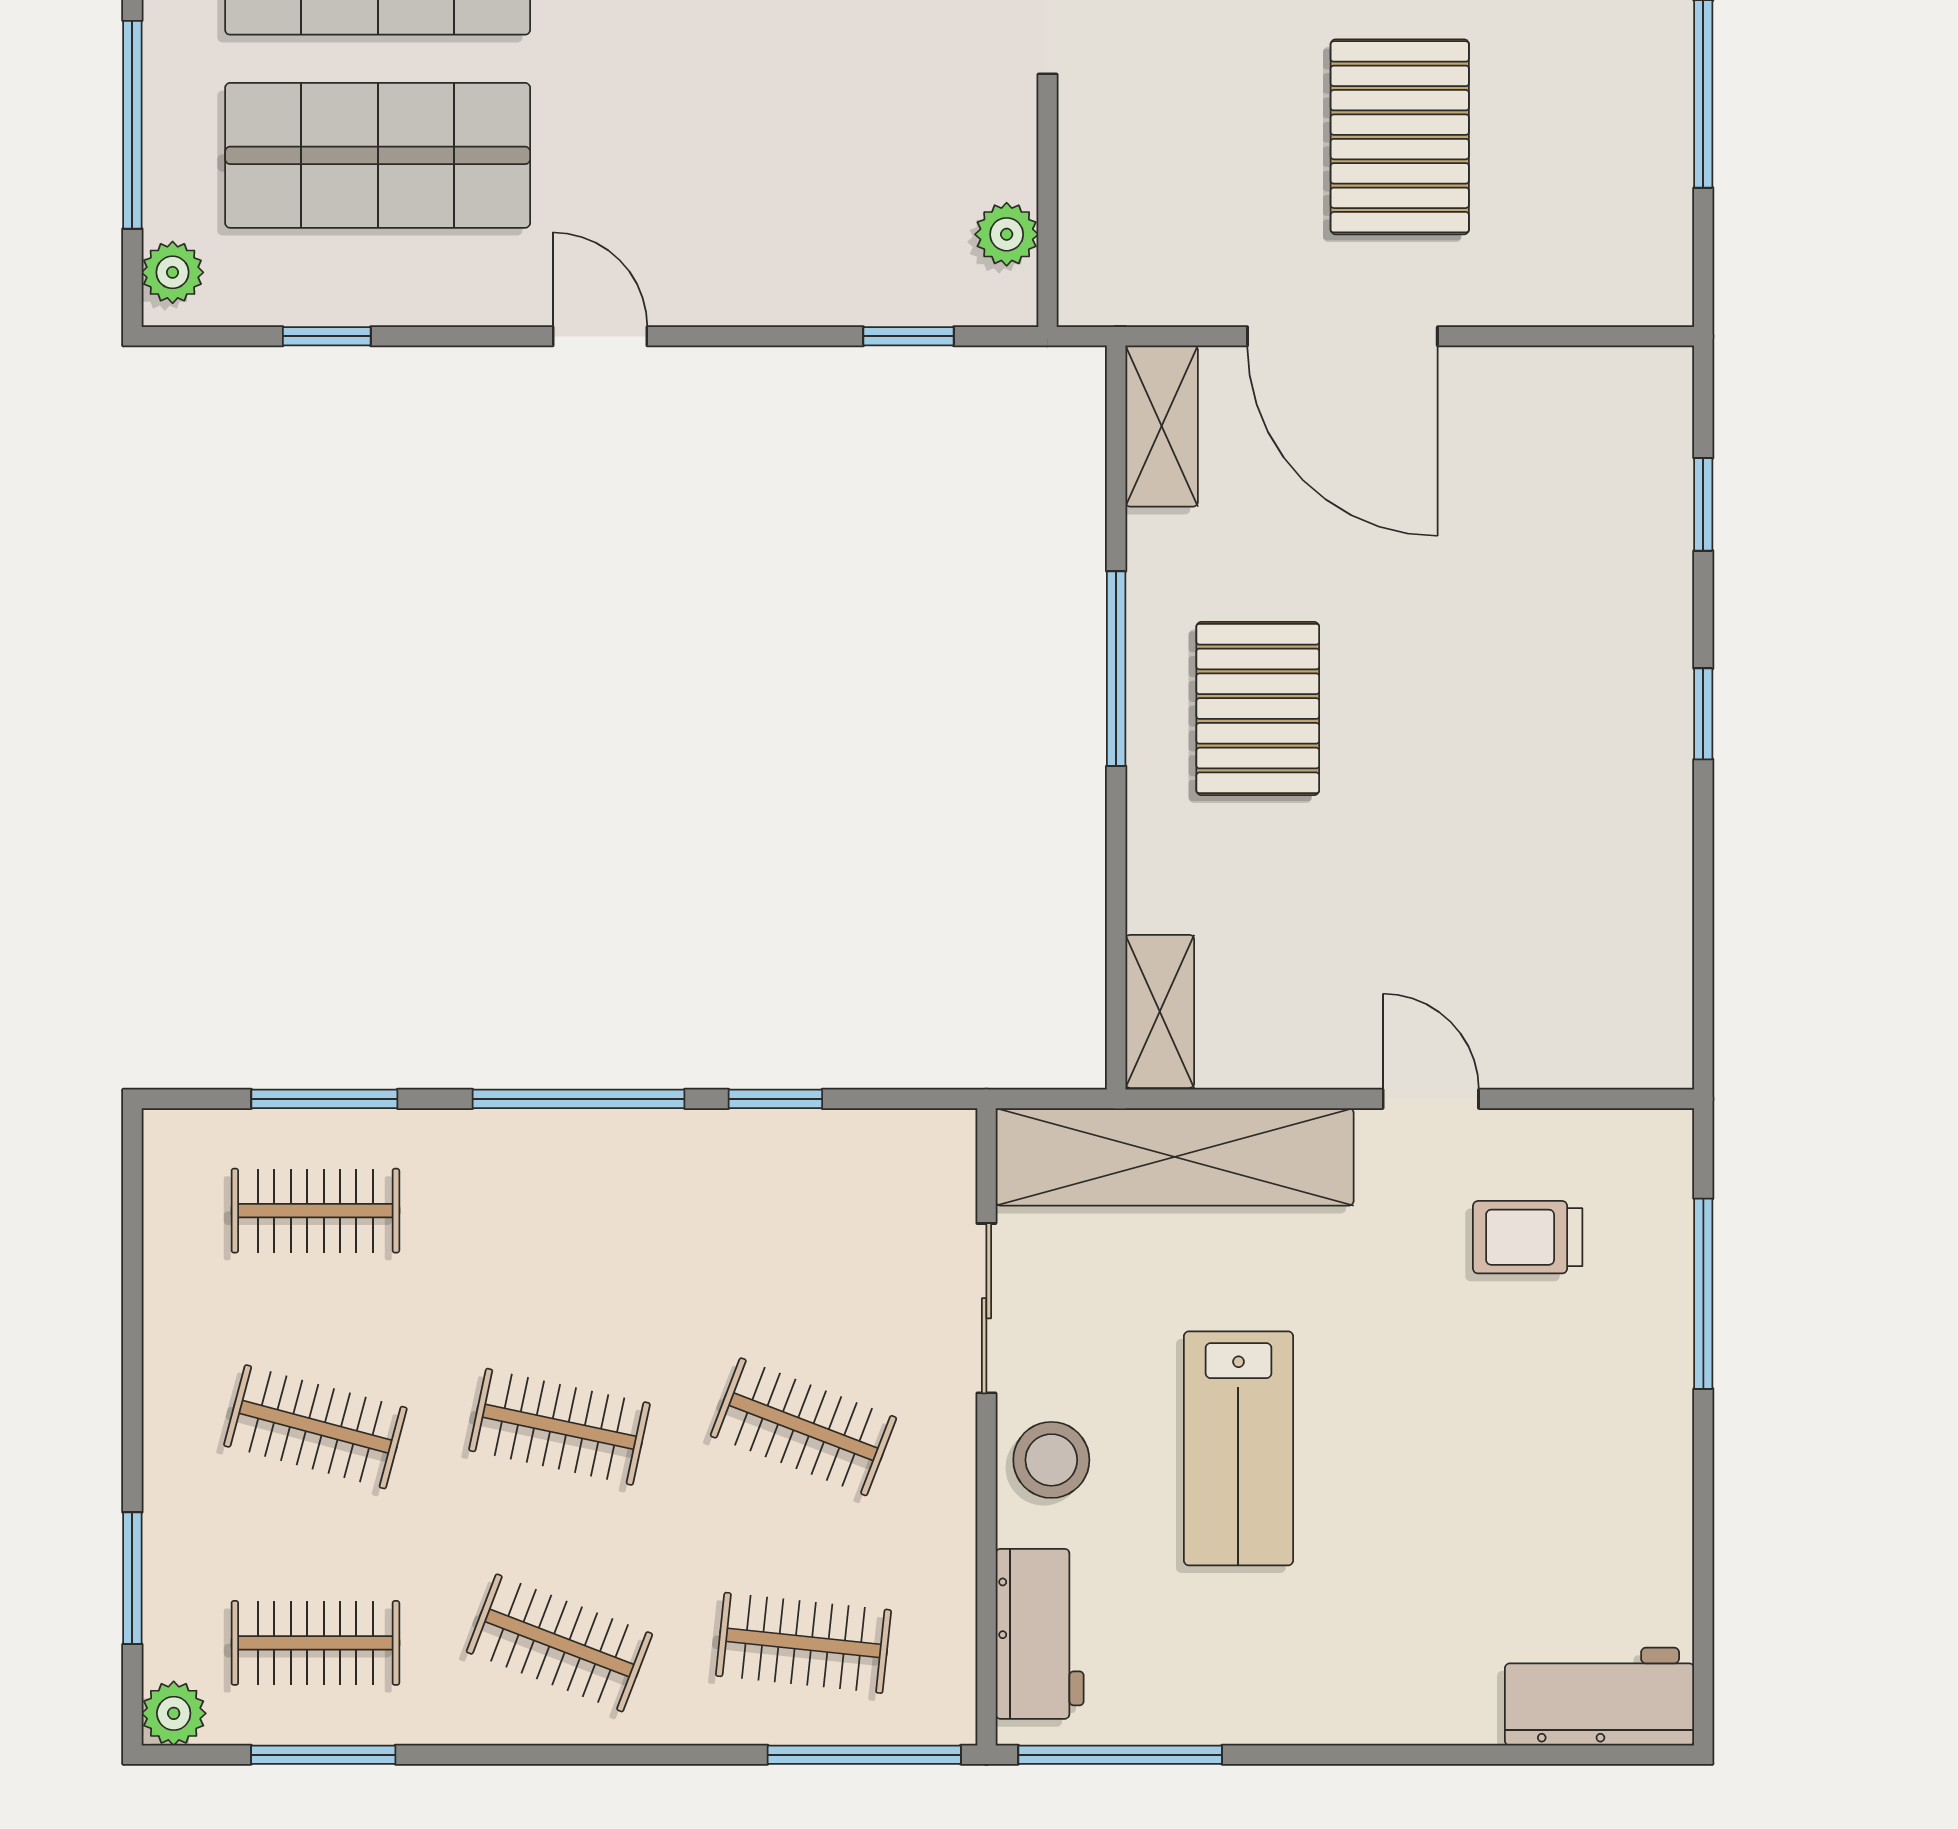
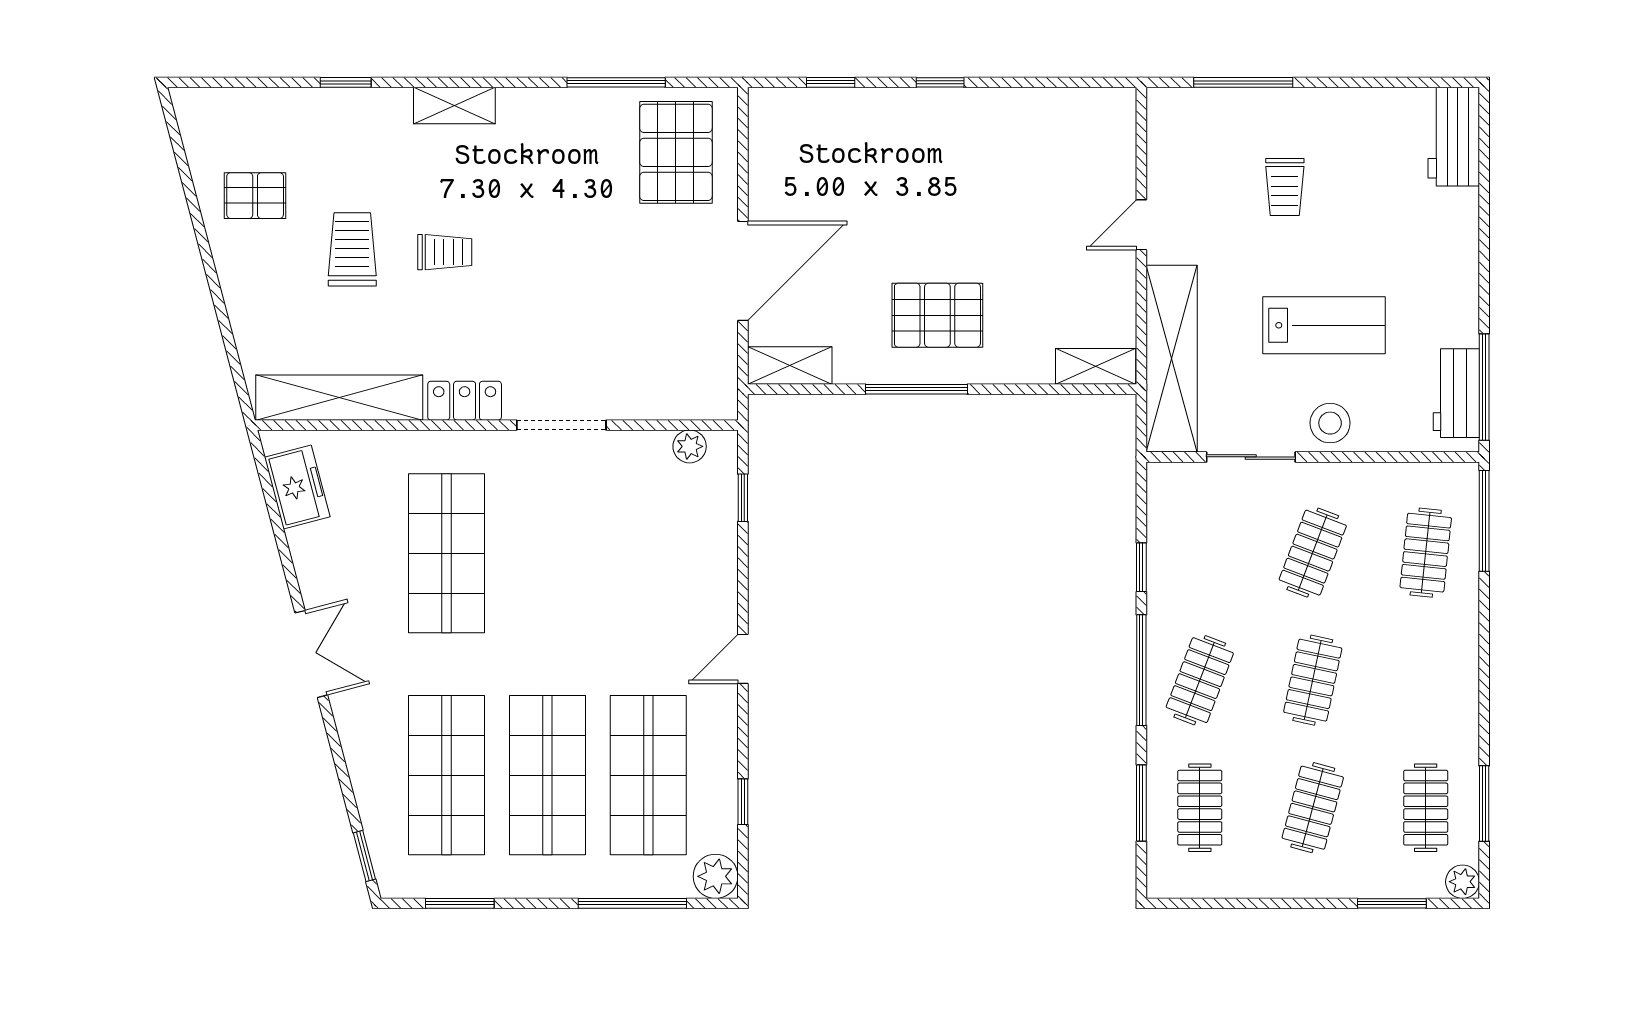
pallet: (1400, 137) -> (676, 152), moved, turned 90
plant: (173, 272) -> (716, 876), width x1.38, depth x1.38
trolley: (1528, 1237) -> (1285, 187), moved
workbench: (1040, 1634) -> (1456, 393), moved, turned -90
clothes rail: (559, 1643) -> (1200, 680), moved

